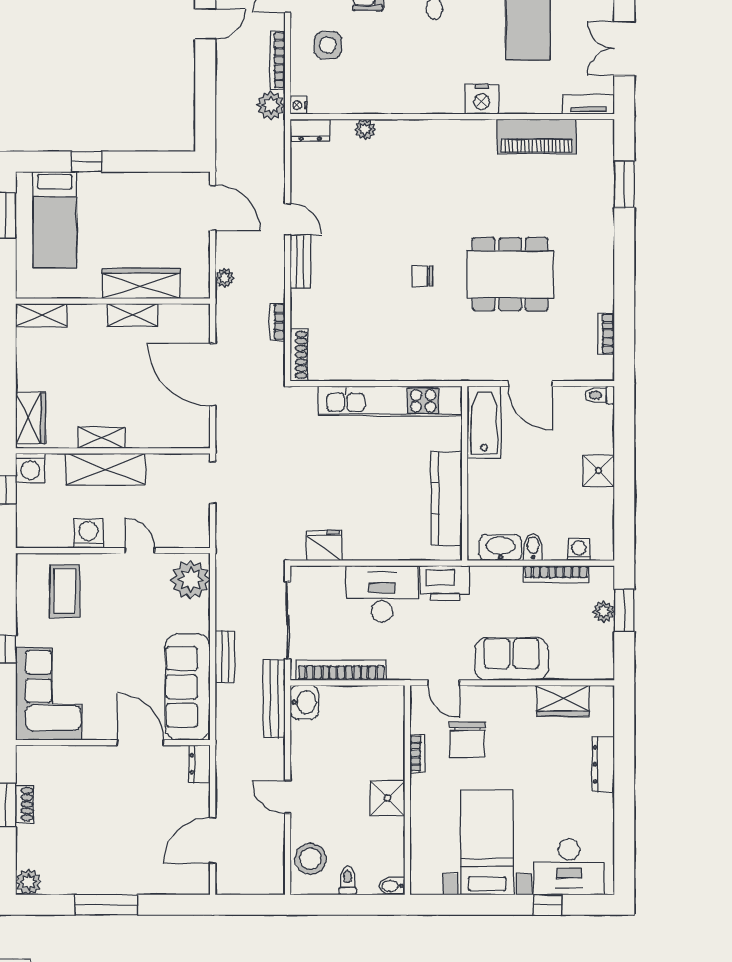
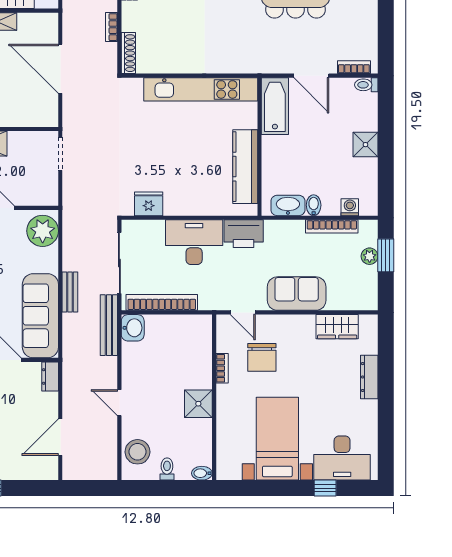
bookcase: (606, 334) -> (354, 67), moved, turned 90

